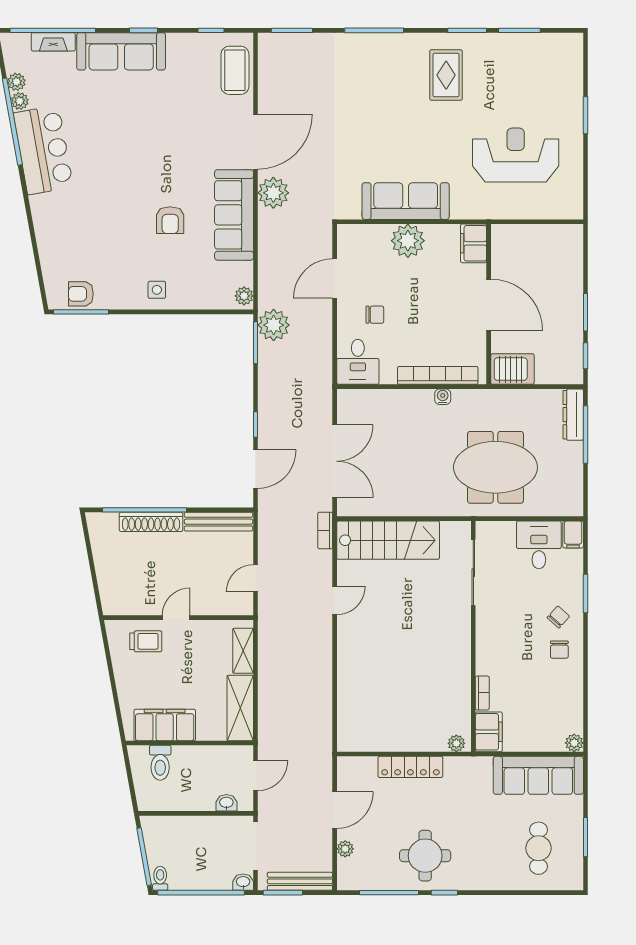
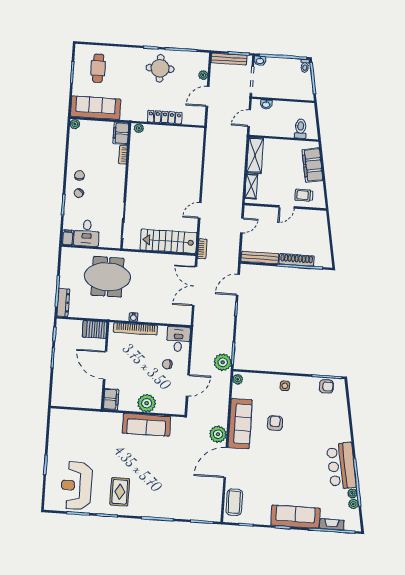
reception desk: (516, 155) -> (77, 486), moved, turned 90
filing cabinet: (165, 725) -> (312, 165), moved, turned 80

